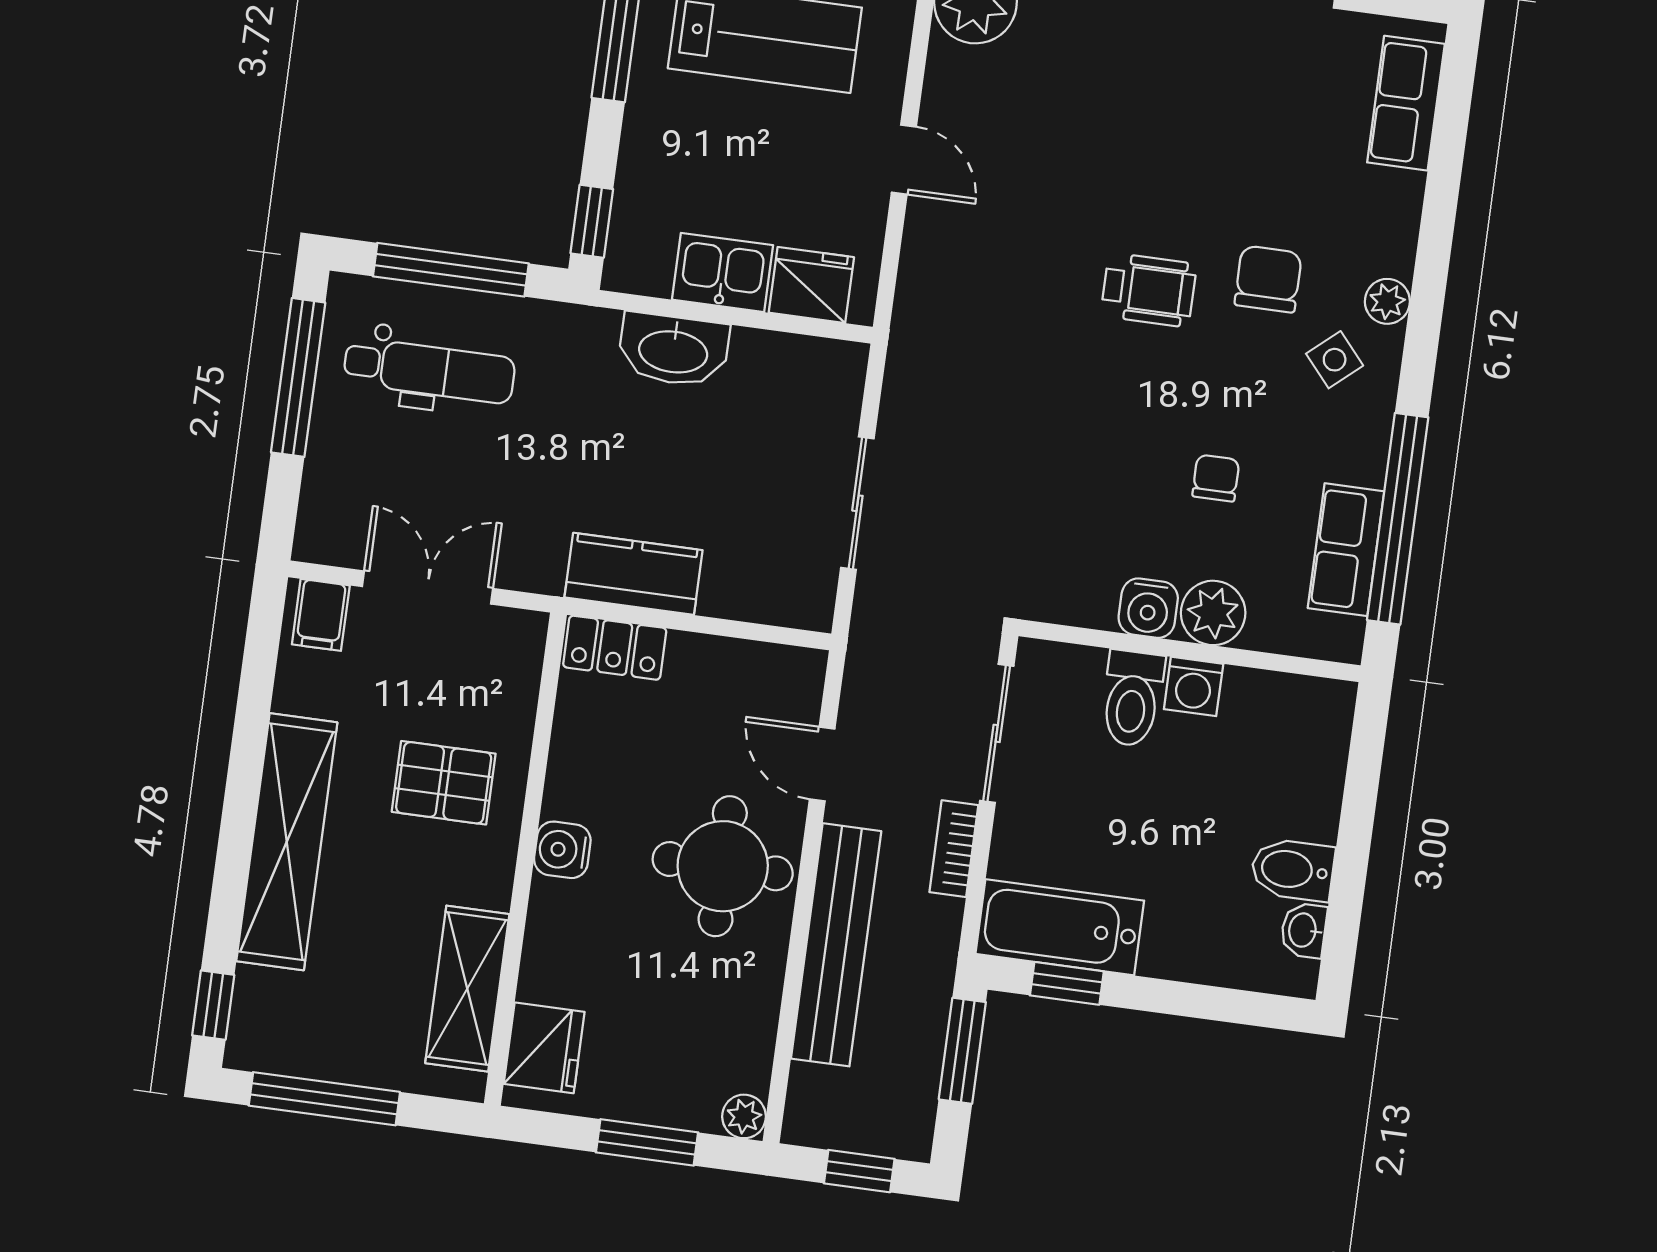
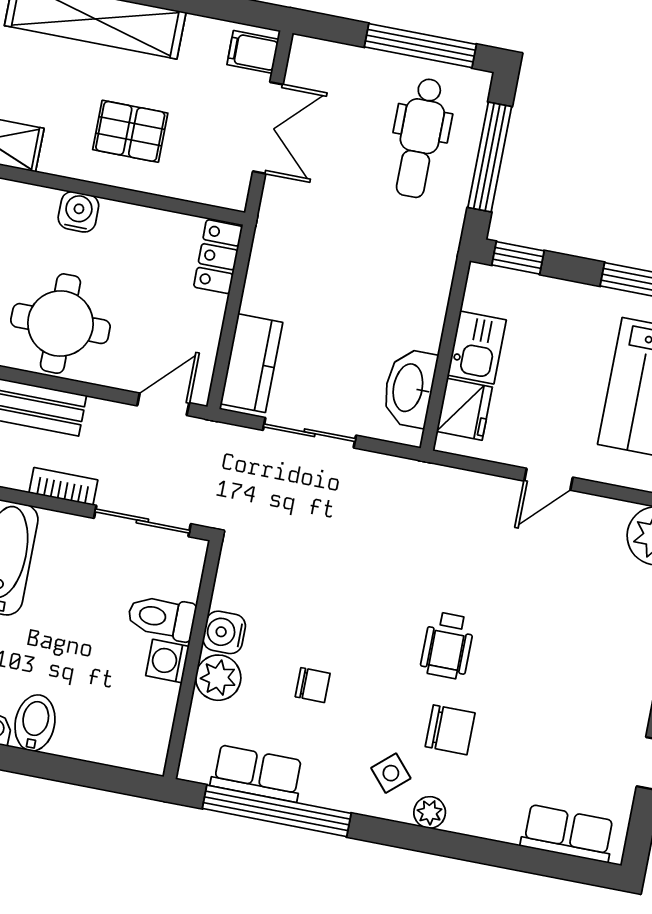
washbasin: (673, 350) -> (409, 388), moved
kitchen counter: (634, 574) -> (252, 363), moved
door: (822, 764) -> (163, 404), moved
pallet: (444, 783) -> (130, 131), turned 90

